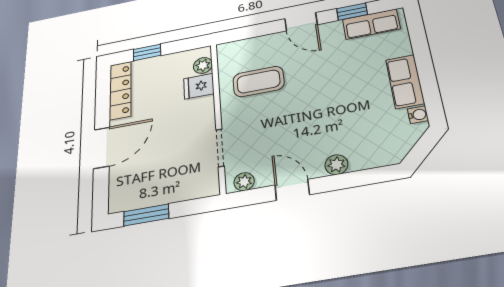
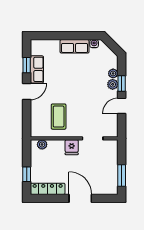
row of seats: (371, 24) -> (37, 69), moved
fridge: (199, 86) -> (72, 147), moved
window: (341, 181) -> (122, 83), added
plant: (244, 182) -> (113, 73), moved

